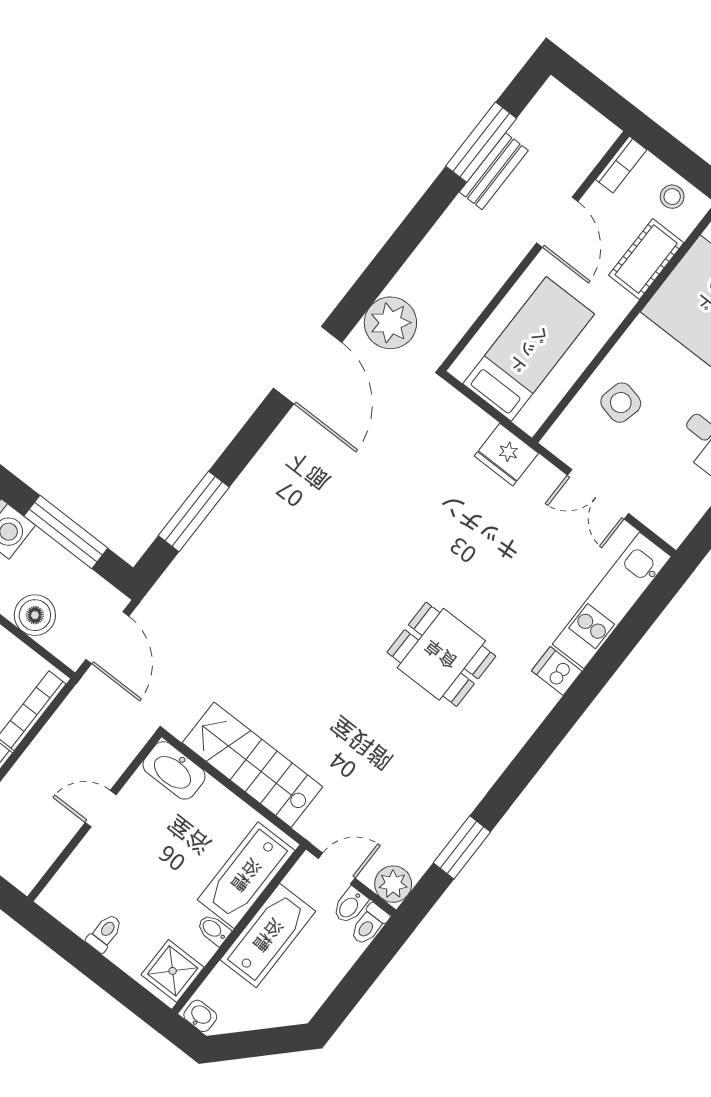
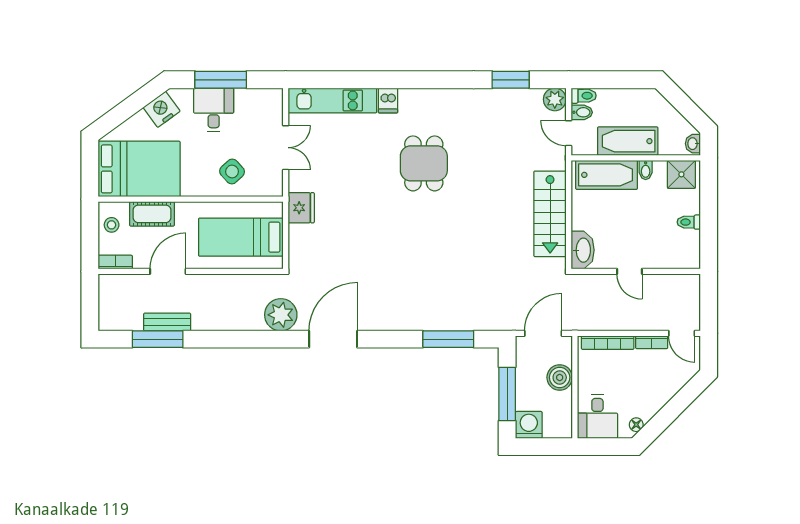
side table: (621, 403) -> (232, 171), turned 35

